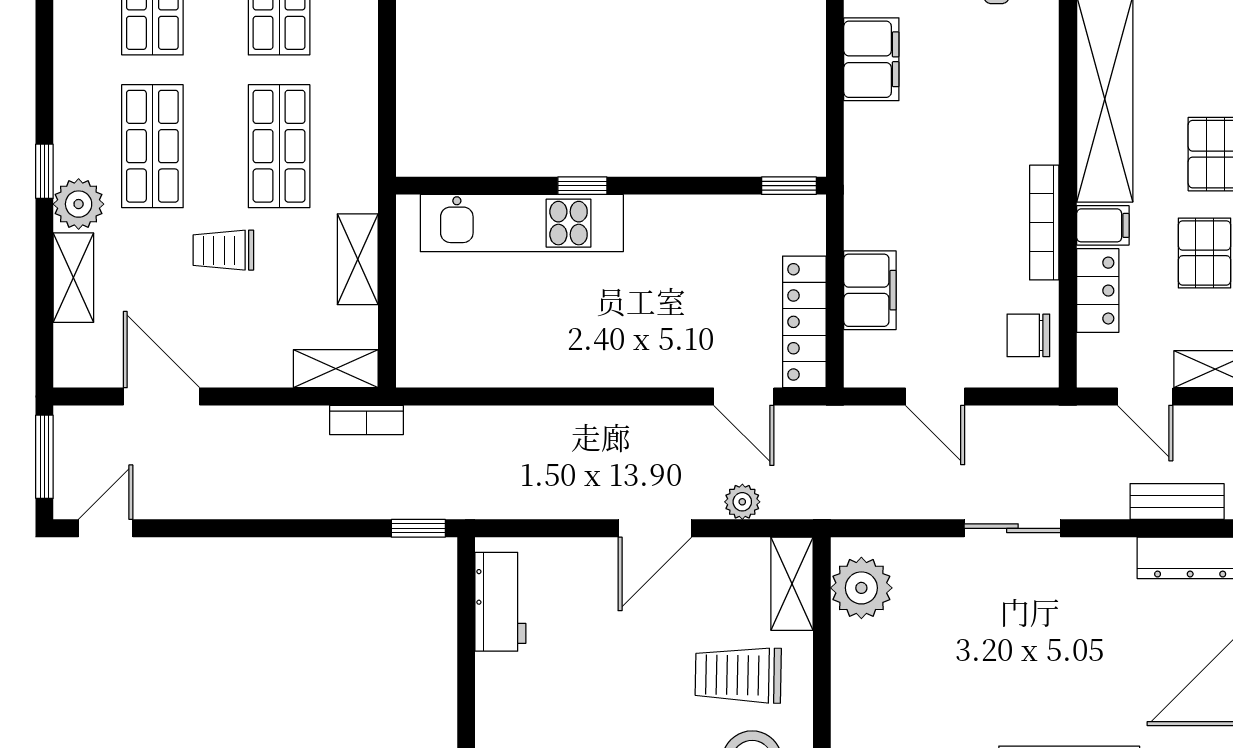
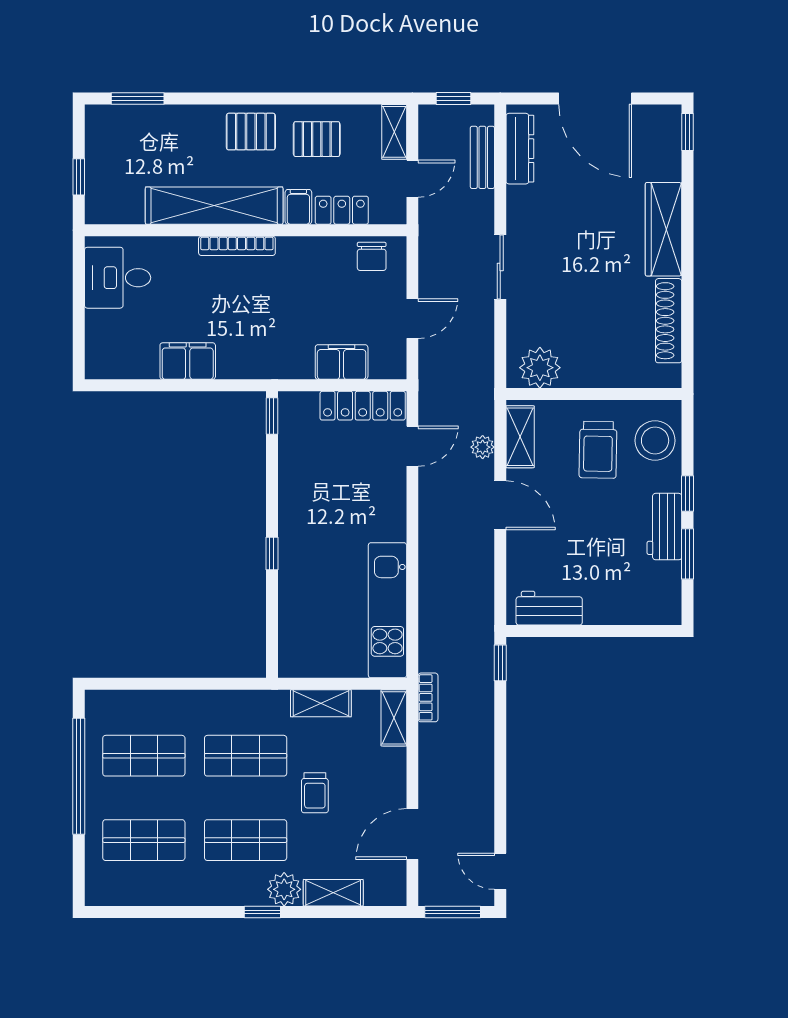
kitchen unit: (522, 223) -> (387, 610), moved, turned 180
bookcase: (1044, 223) -> (237, 246), moved
shelving: (792, 584) -> (520, 437), moved, turned 90

